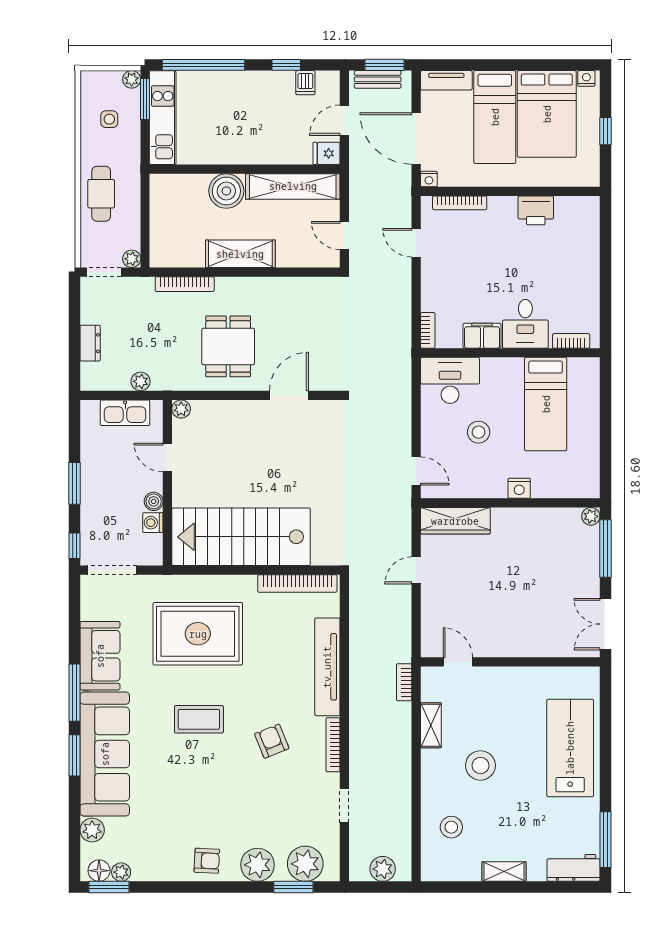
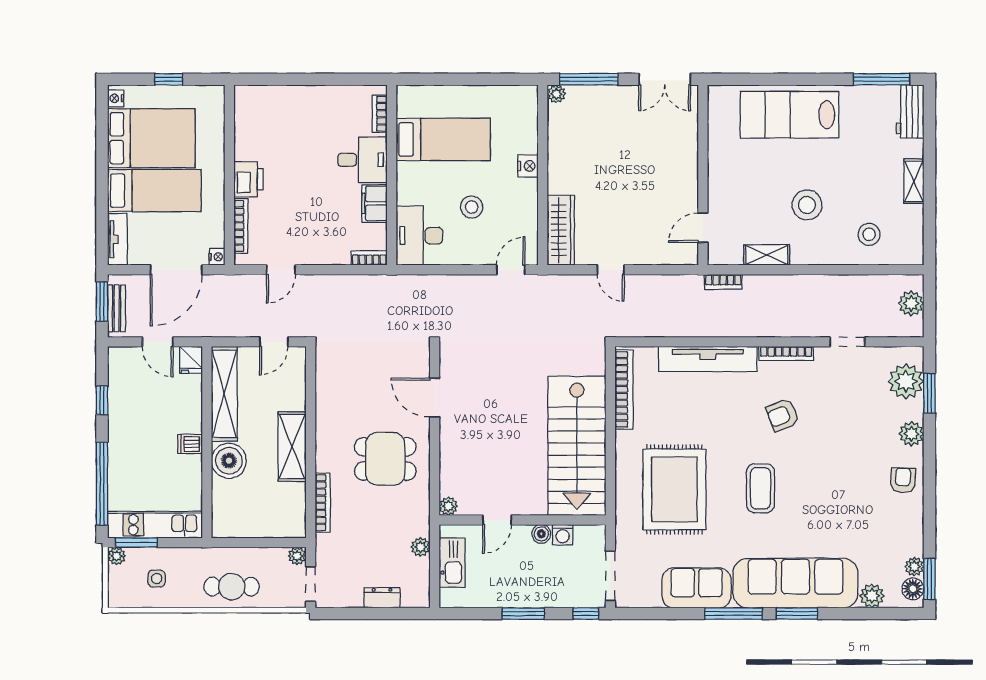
dishwasher: (305, 83) -> (190, 444), moved, turned 180
printer: (536, 210) -> (248, 179), moved
plant: (258, 865) -> (911, 434), width x0.73, depth x0.73

